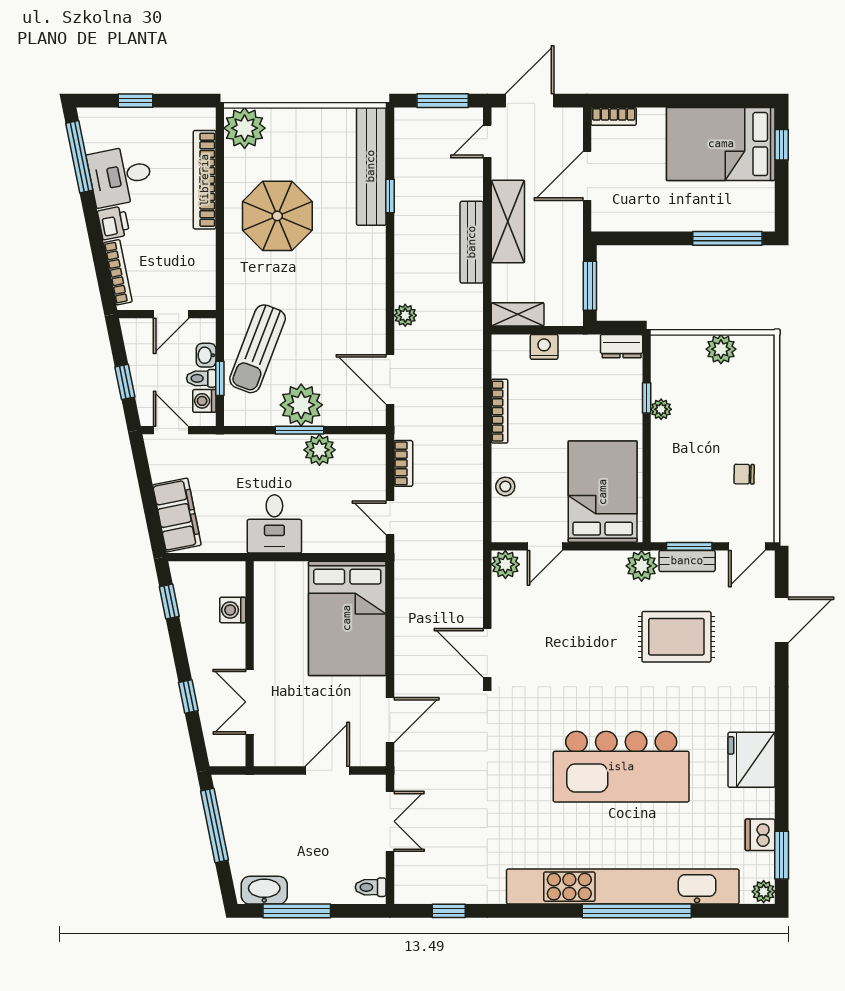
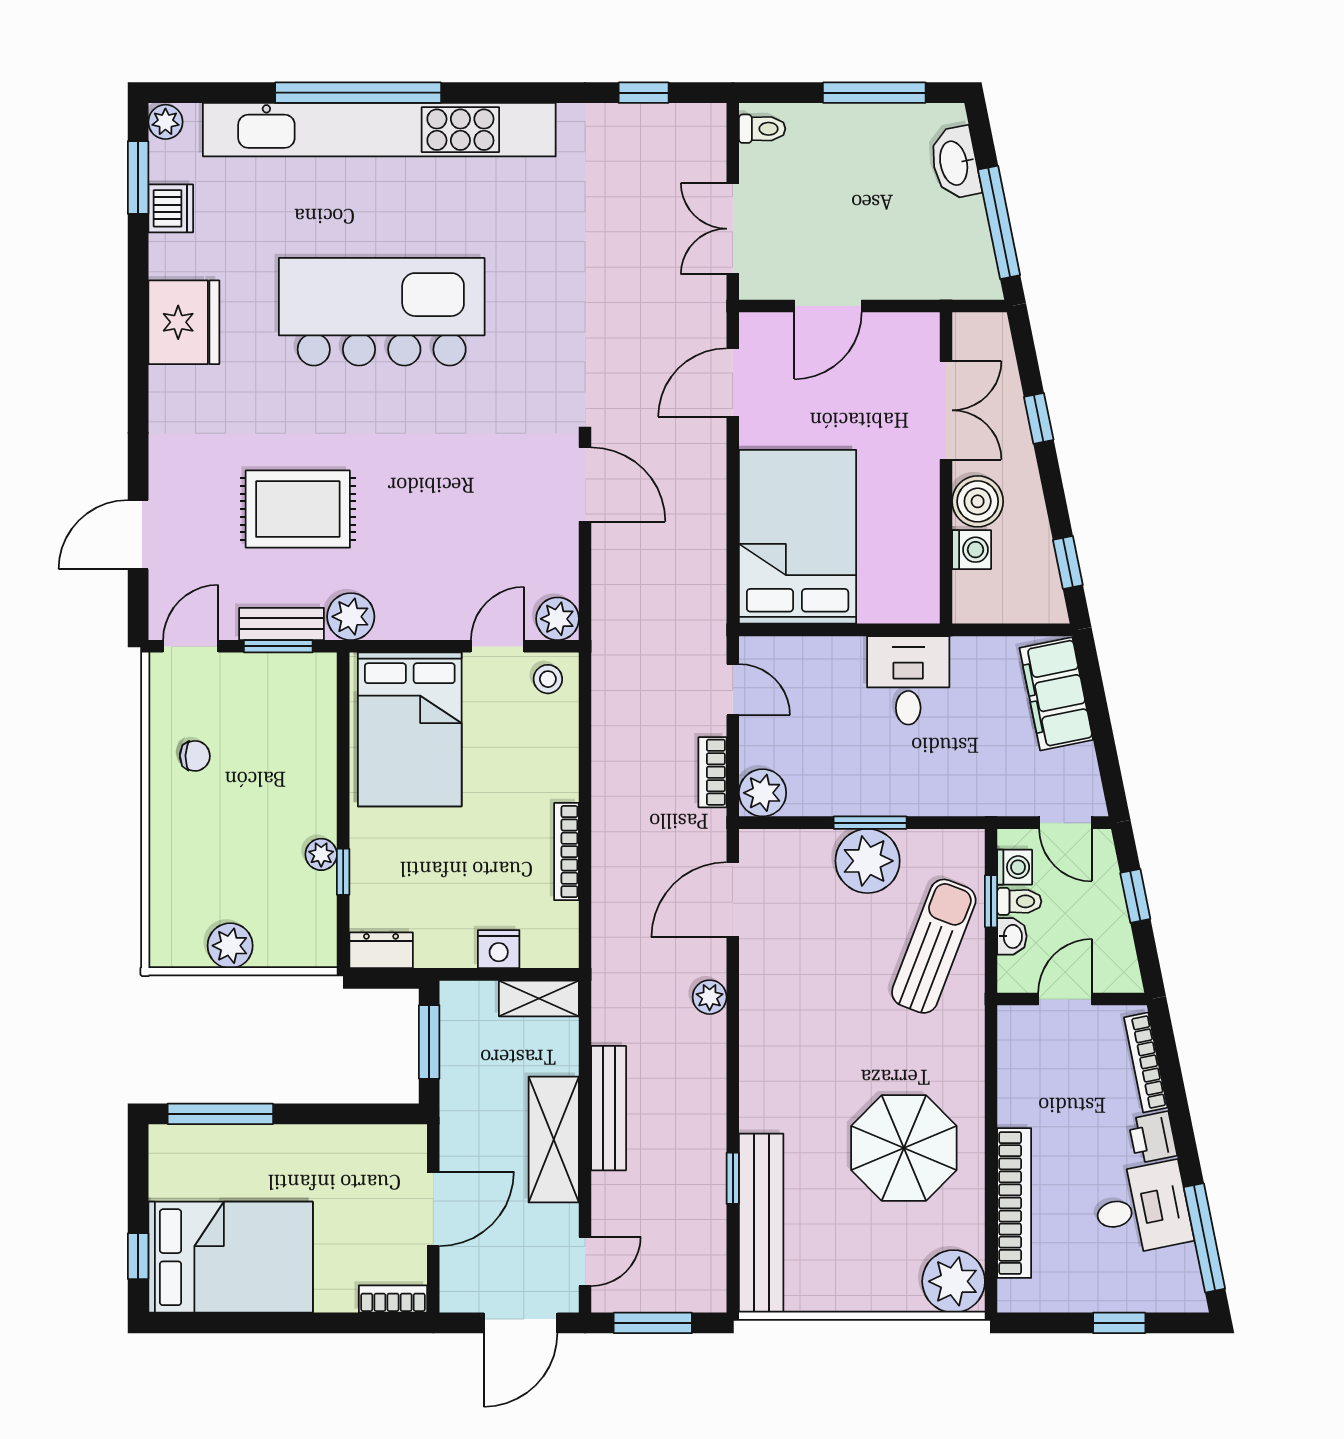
door: (390, 379) -> (733, 900), swing flipped
plant: (319, 450) -> (763, 793), moved
stool: (505, 486) -> (548, 679), moved
boiler: (229, 642) -> (978, 501), added
washbasin: (264, 890) -> (955, 163), moved, turned 79

